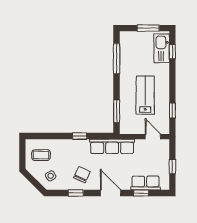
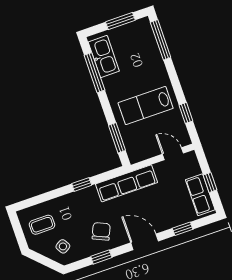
kitchen sink: (162, 48) -> (104, 57), moved, turned 180
window: (172, 52) -> (161, 40), width x2.17
lab bench: (145, 95) -> (146, 106), turned -90
row of seats: (146, 183) -> (200, 195), moved, turned -90

